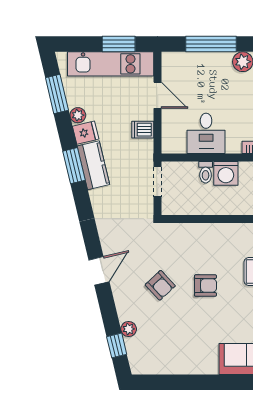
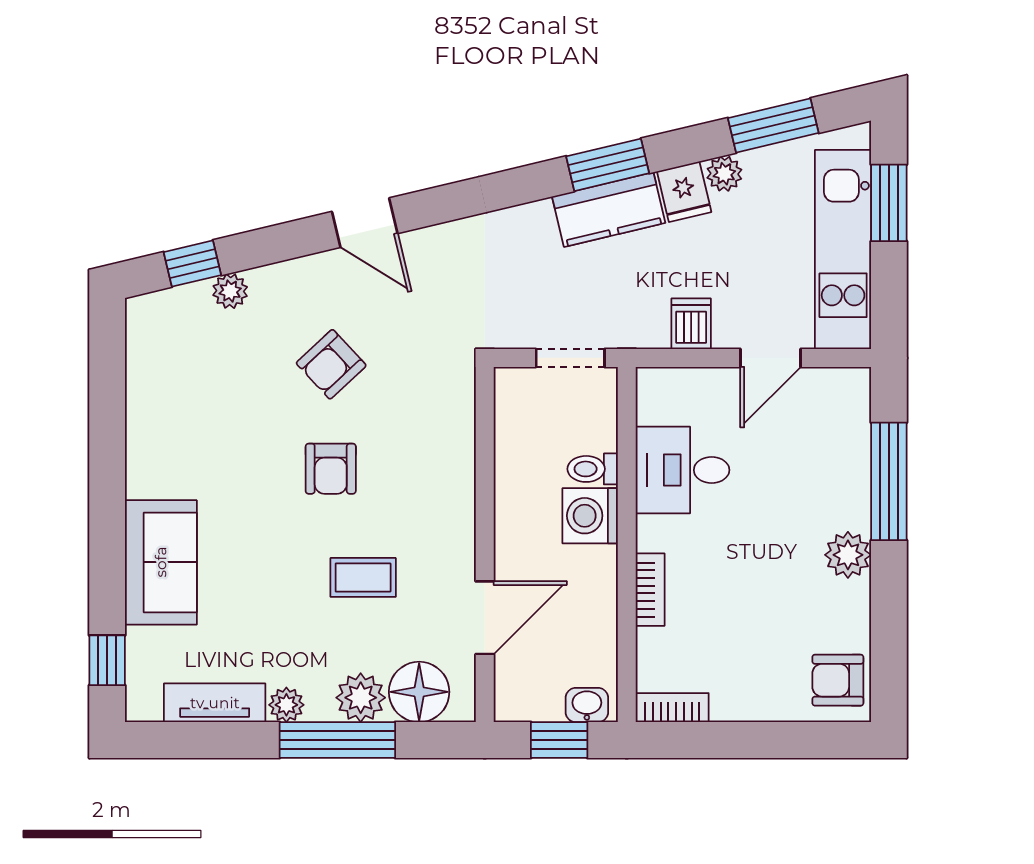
window: (119, 44) -> (889, 203), moved

